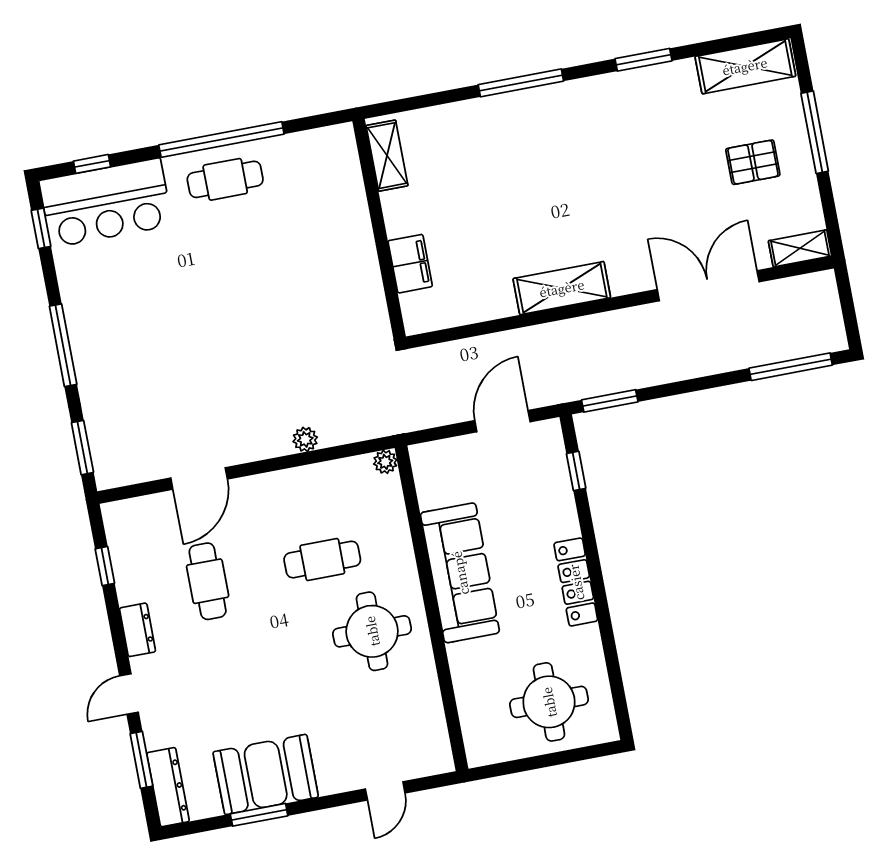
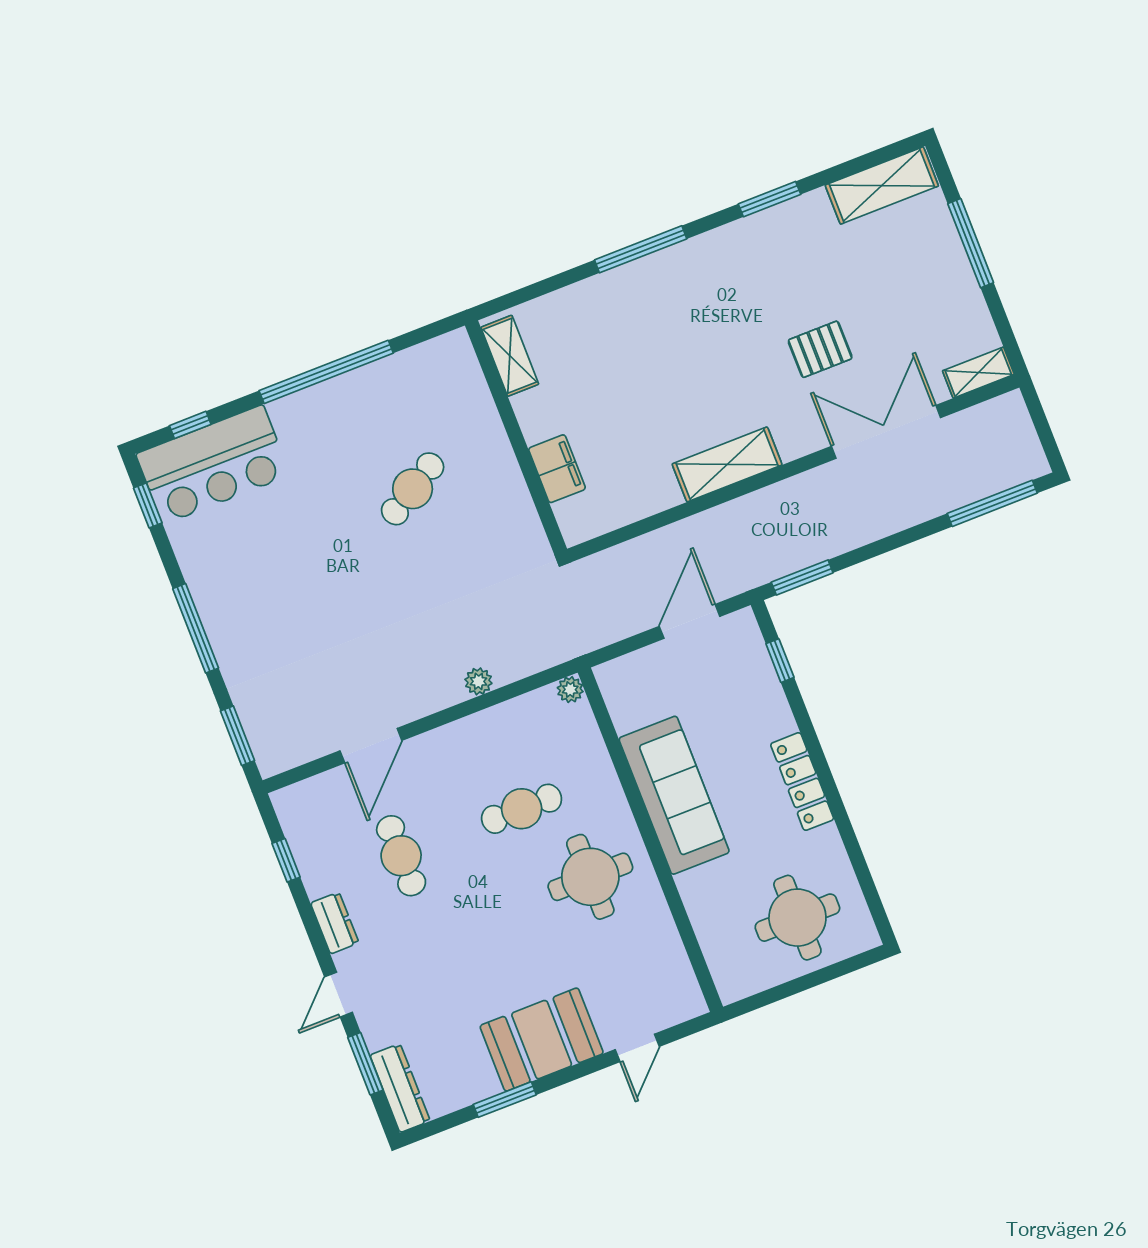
pallet: (753, 162) -> (820, 349), moved
cafe table: (225, 179) -> (413, 489), moved, turned -31
booth: (266, 774) -> (542, 1040), moved

